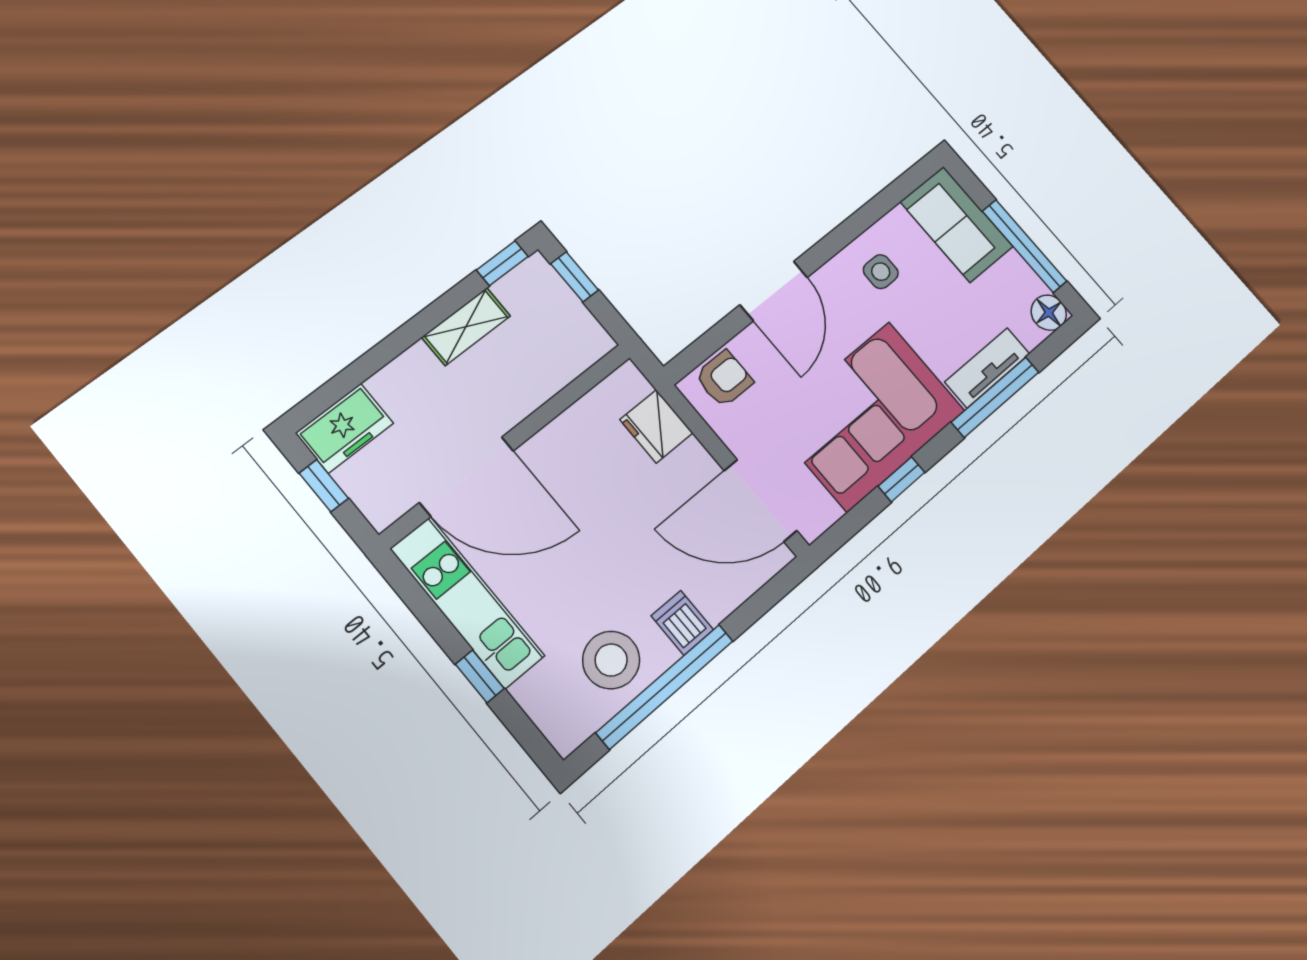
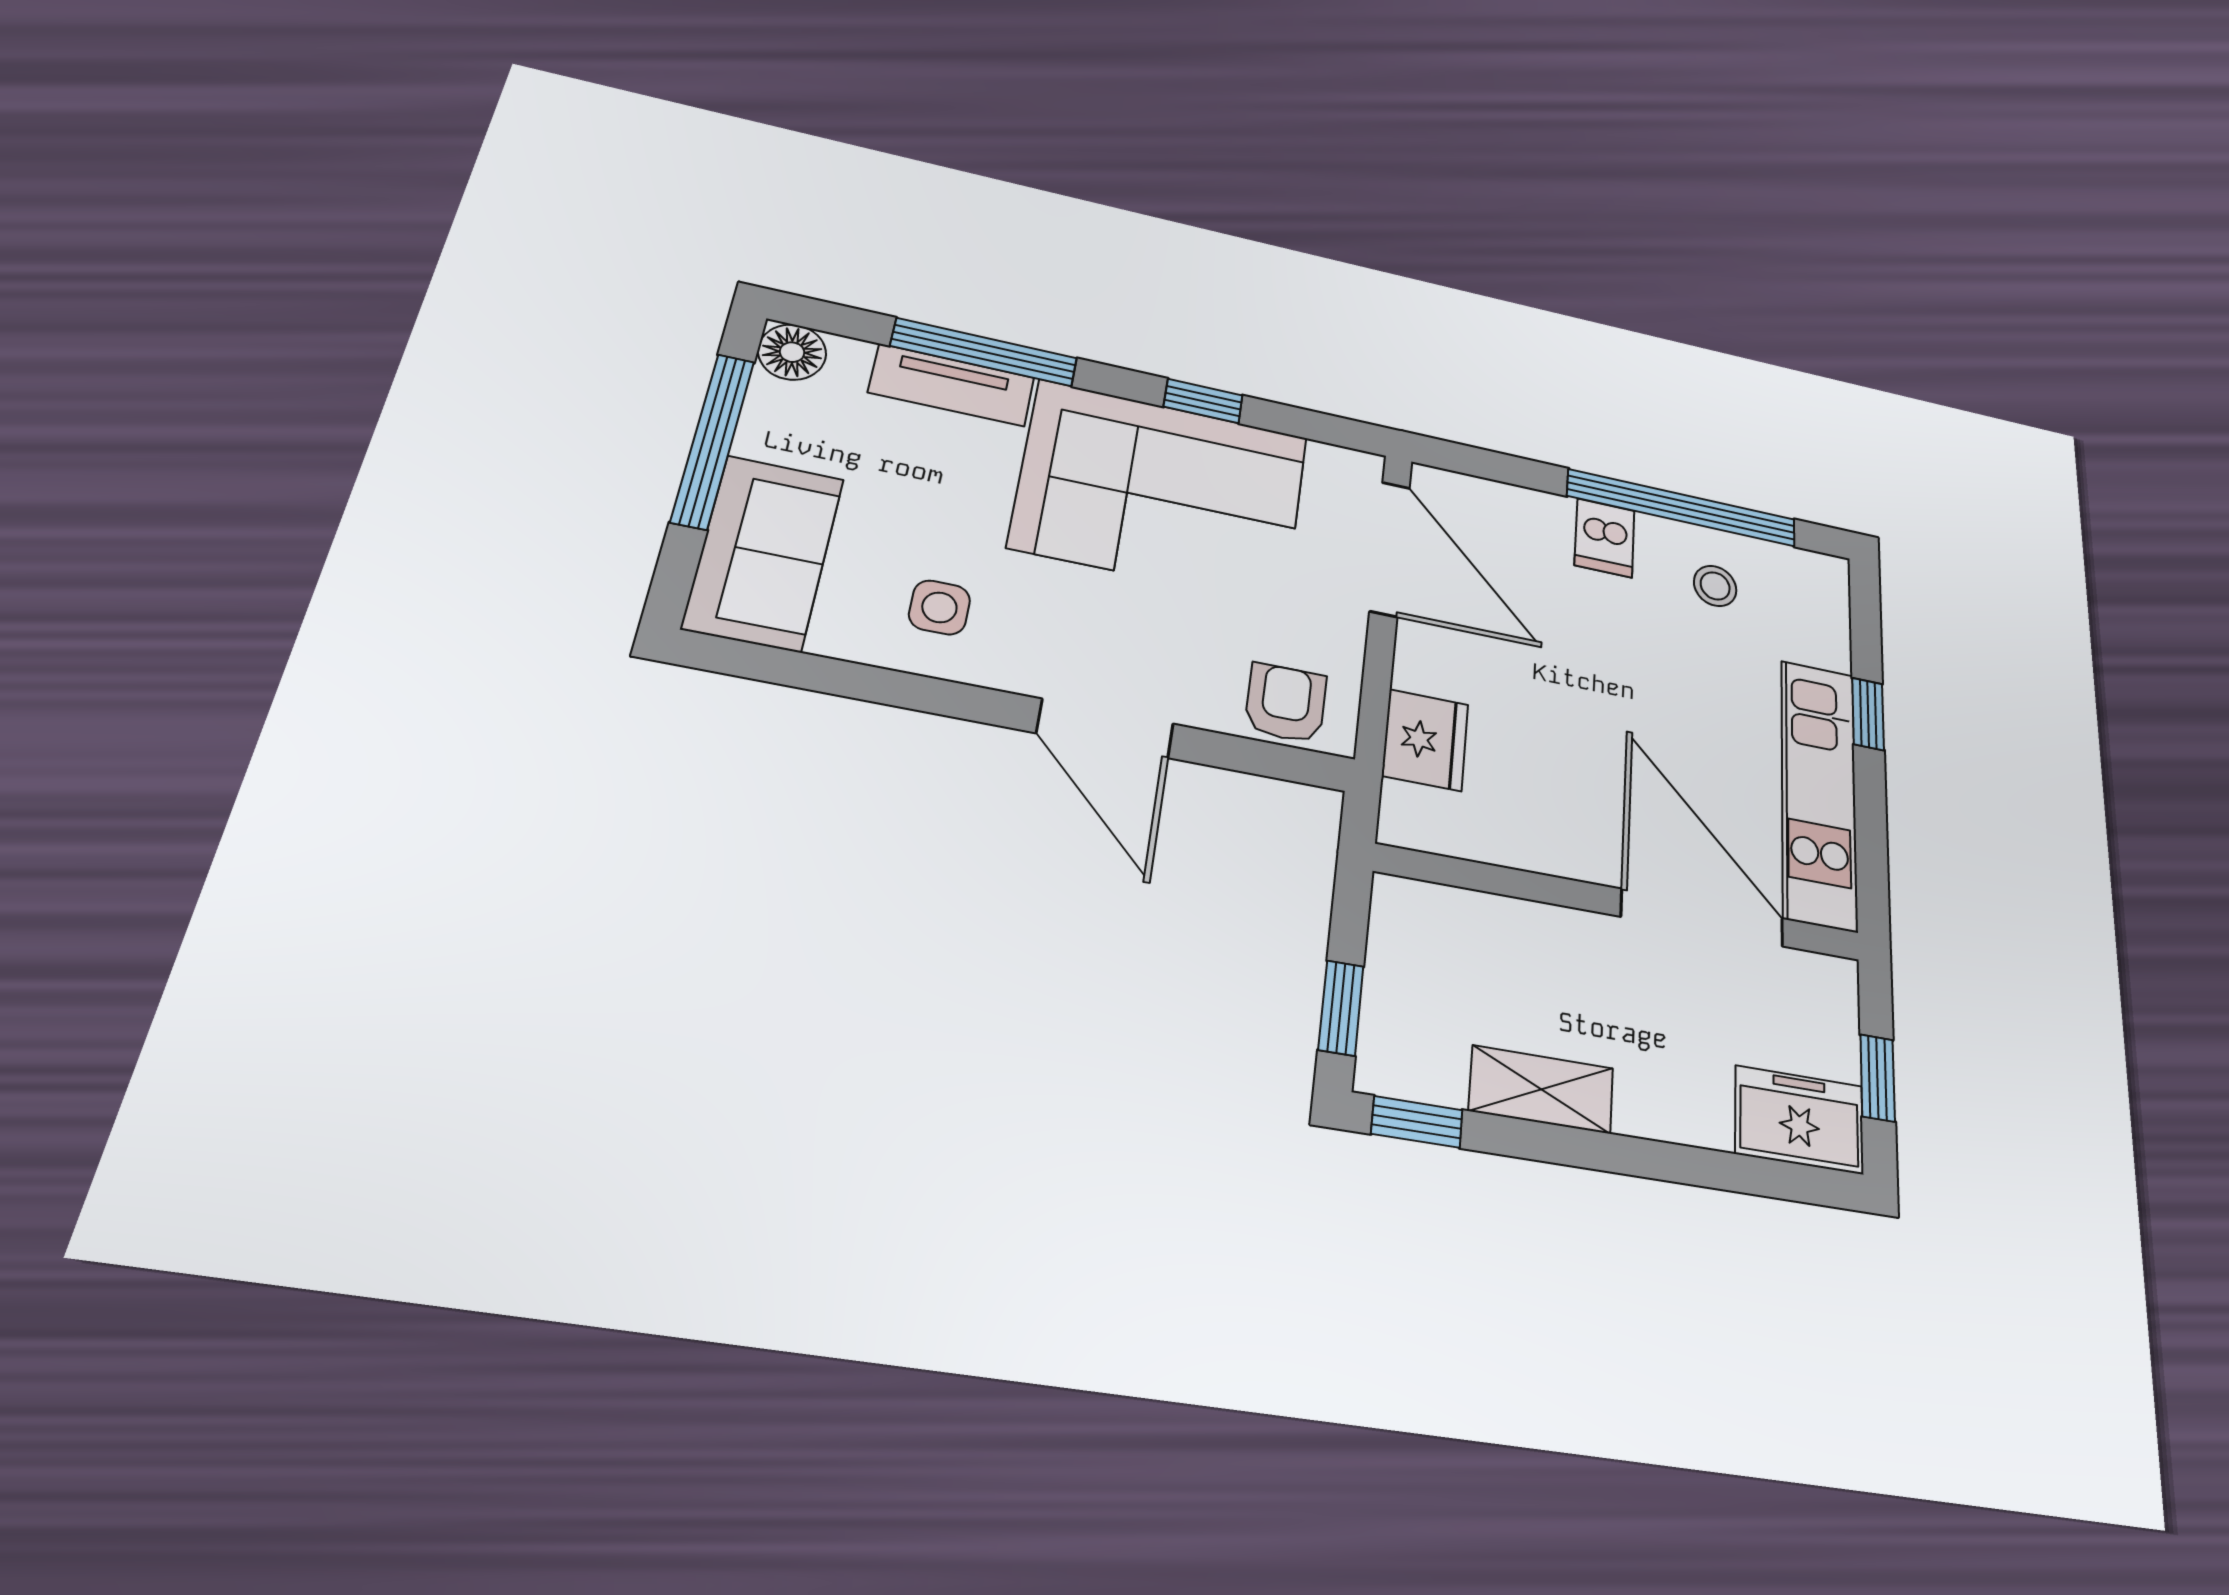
door: (774, 291) -> (1105, 728), swing flipped
armchair: (724, 379) -> (1286, 703), turned 90
stool: (611, 660) -> (1715, 586), width x0.53, depth x0.53

